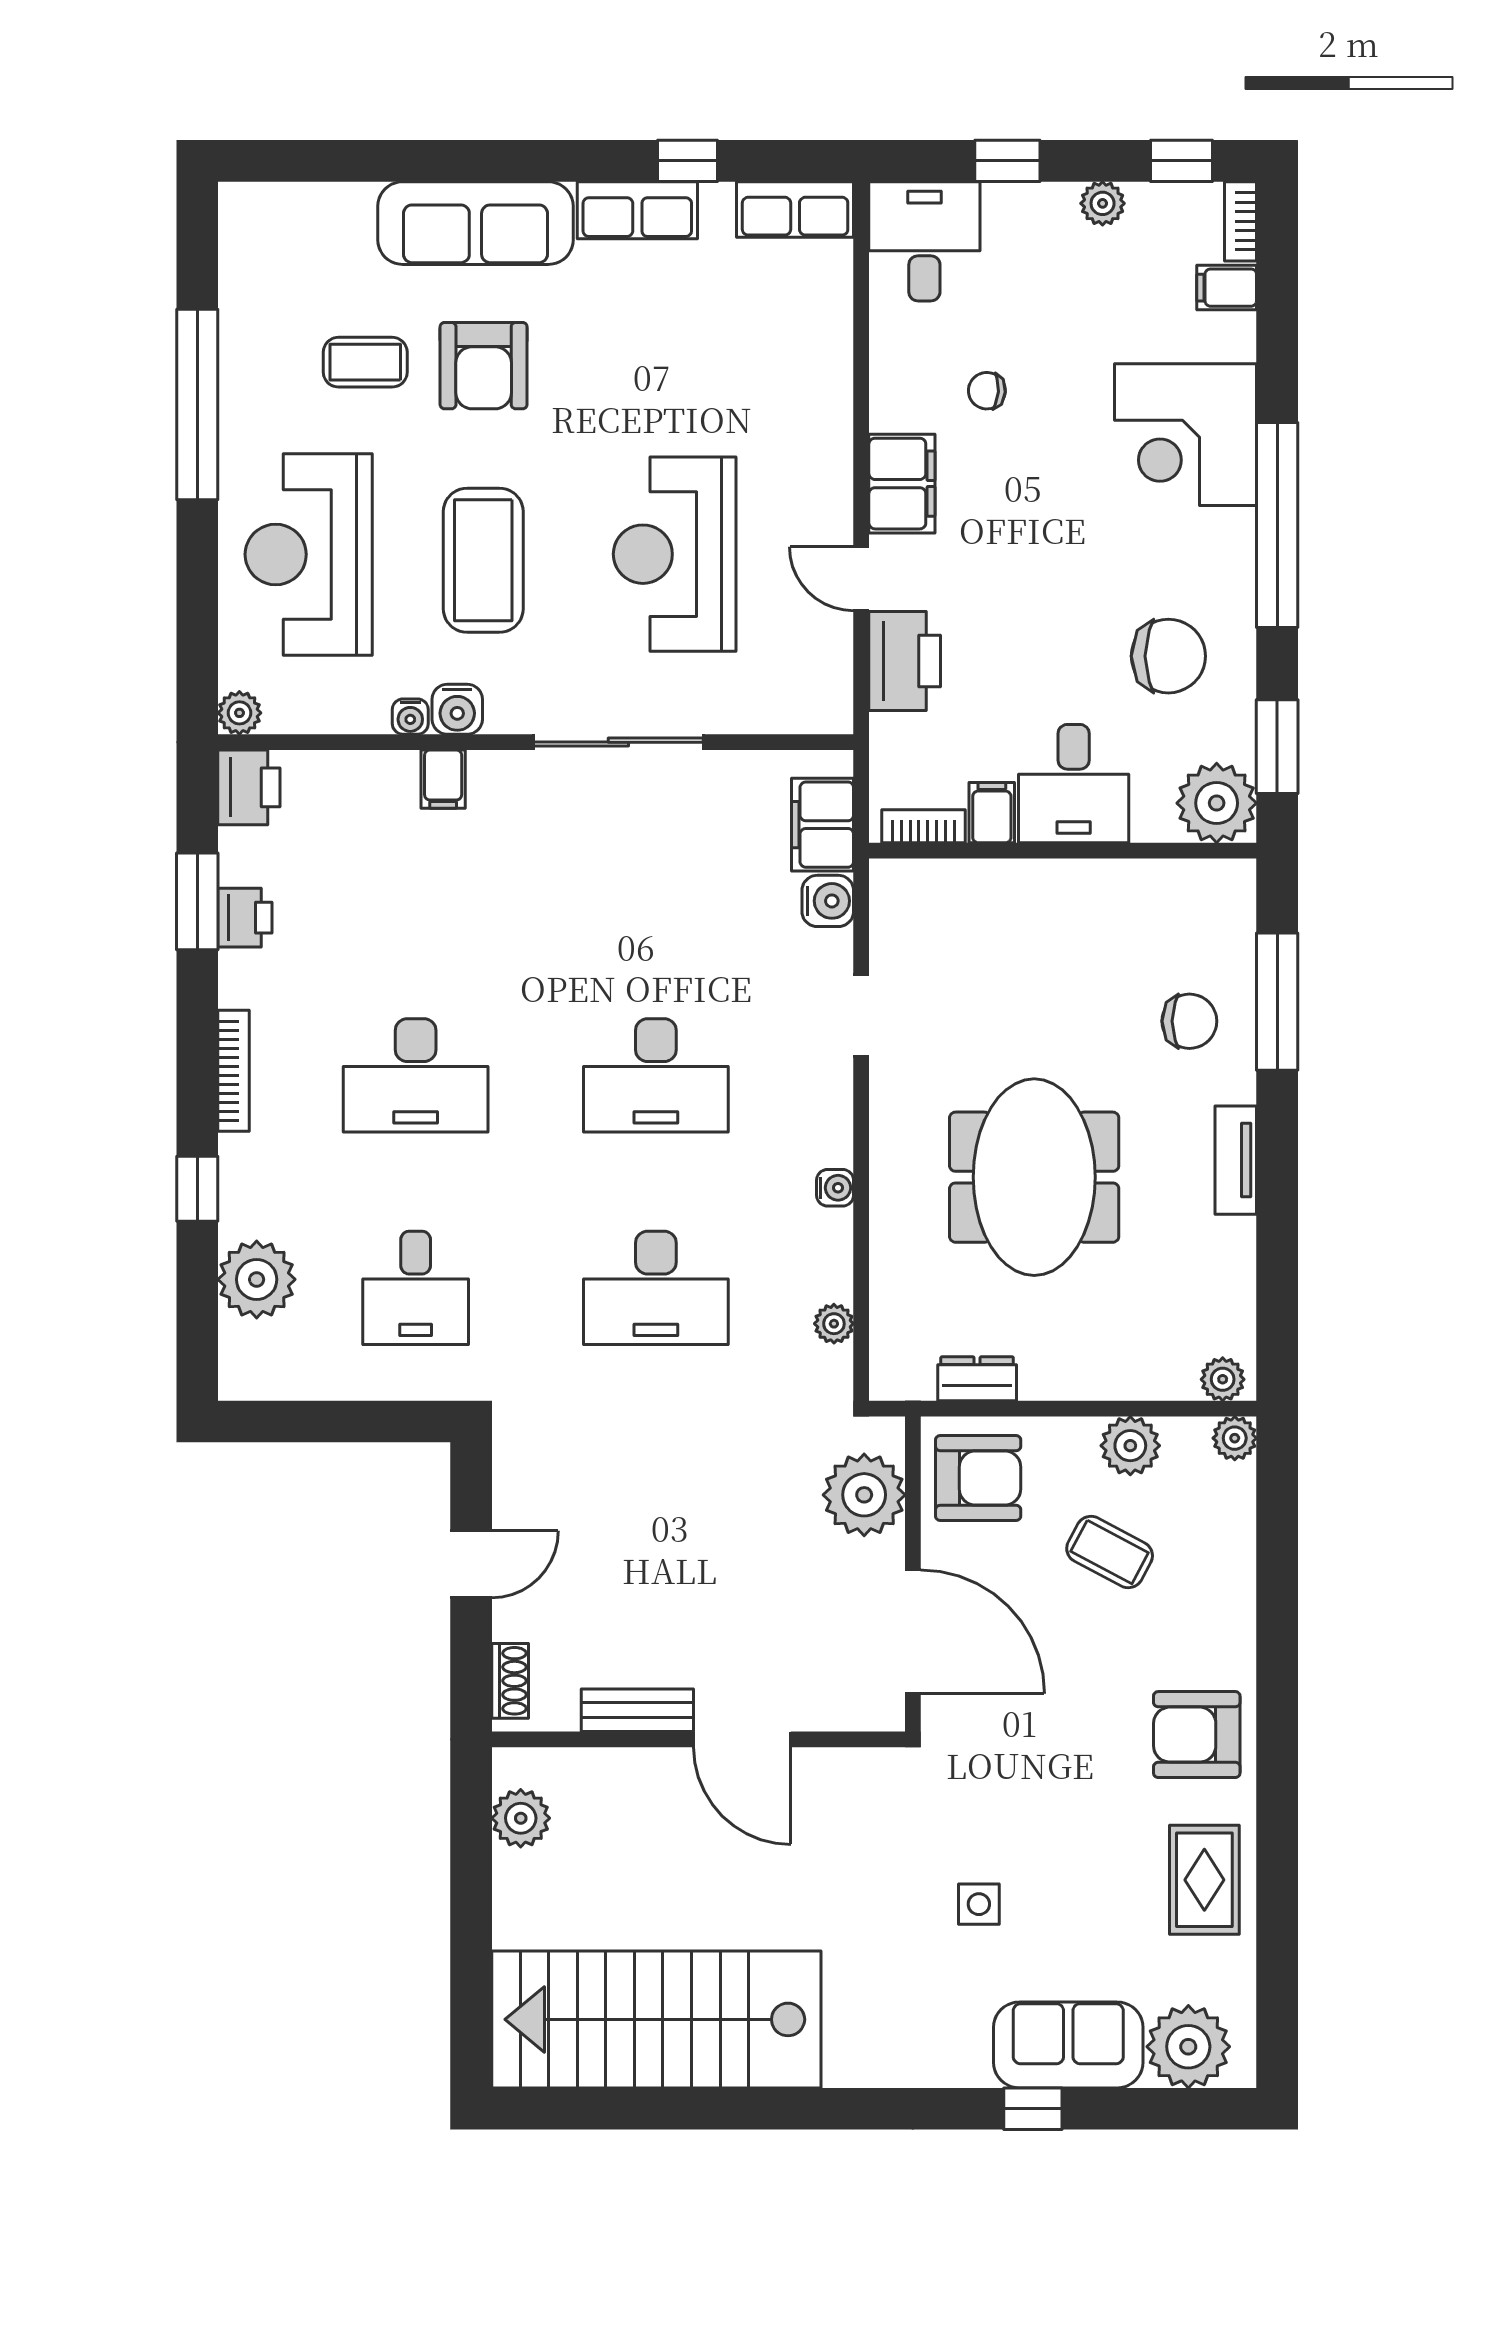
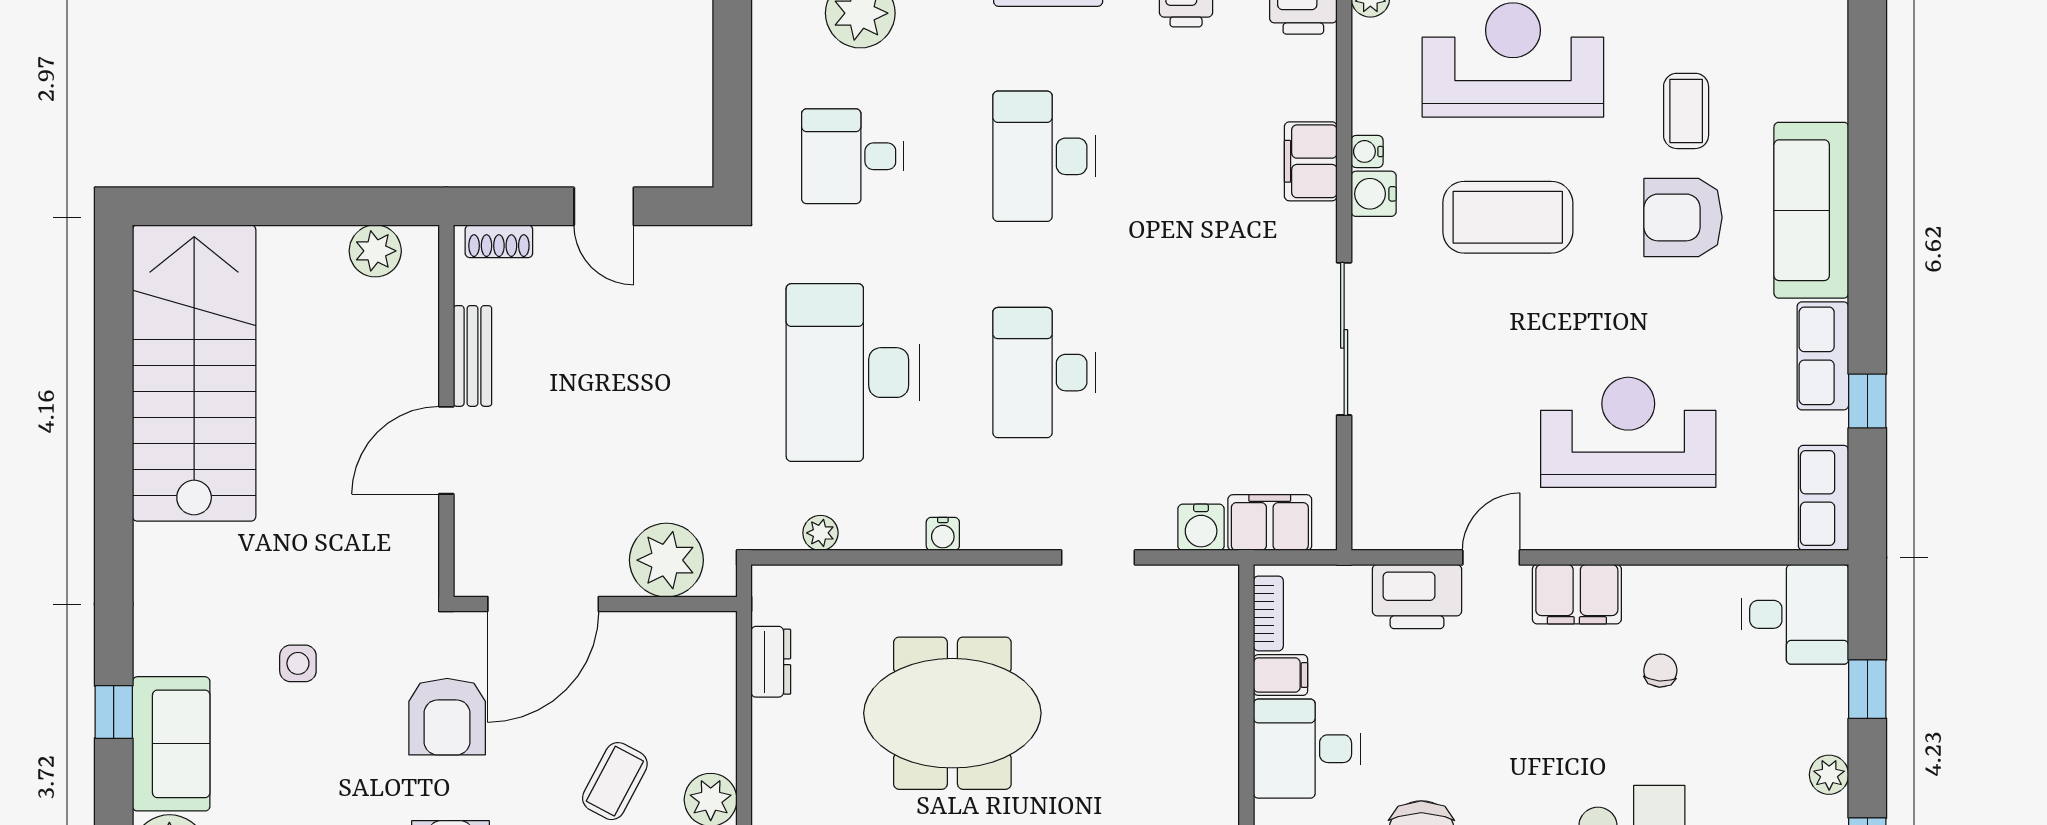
reception desk: (675, 554) -> (1628, 432), moved
filing cabinet: (443, 779) -> (1311, 161), width x2.00
desk: (656, 1288) -> (853, 373), width x1.36, depth x1.30
armchair: (978, 1478) -> (447, 717), moved

